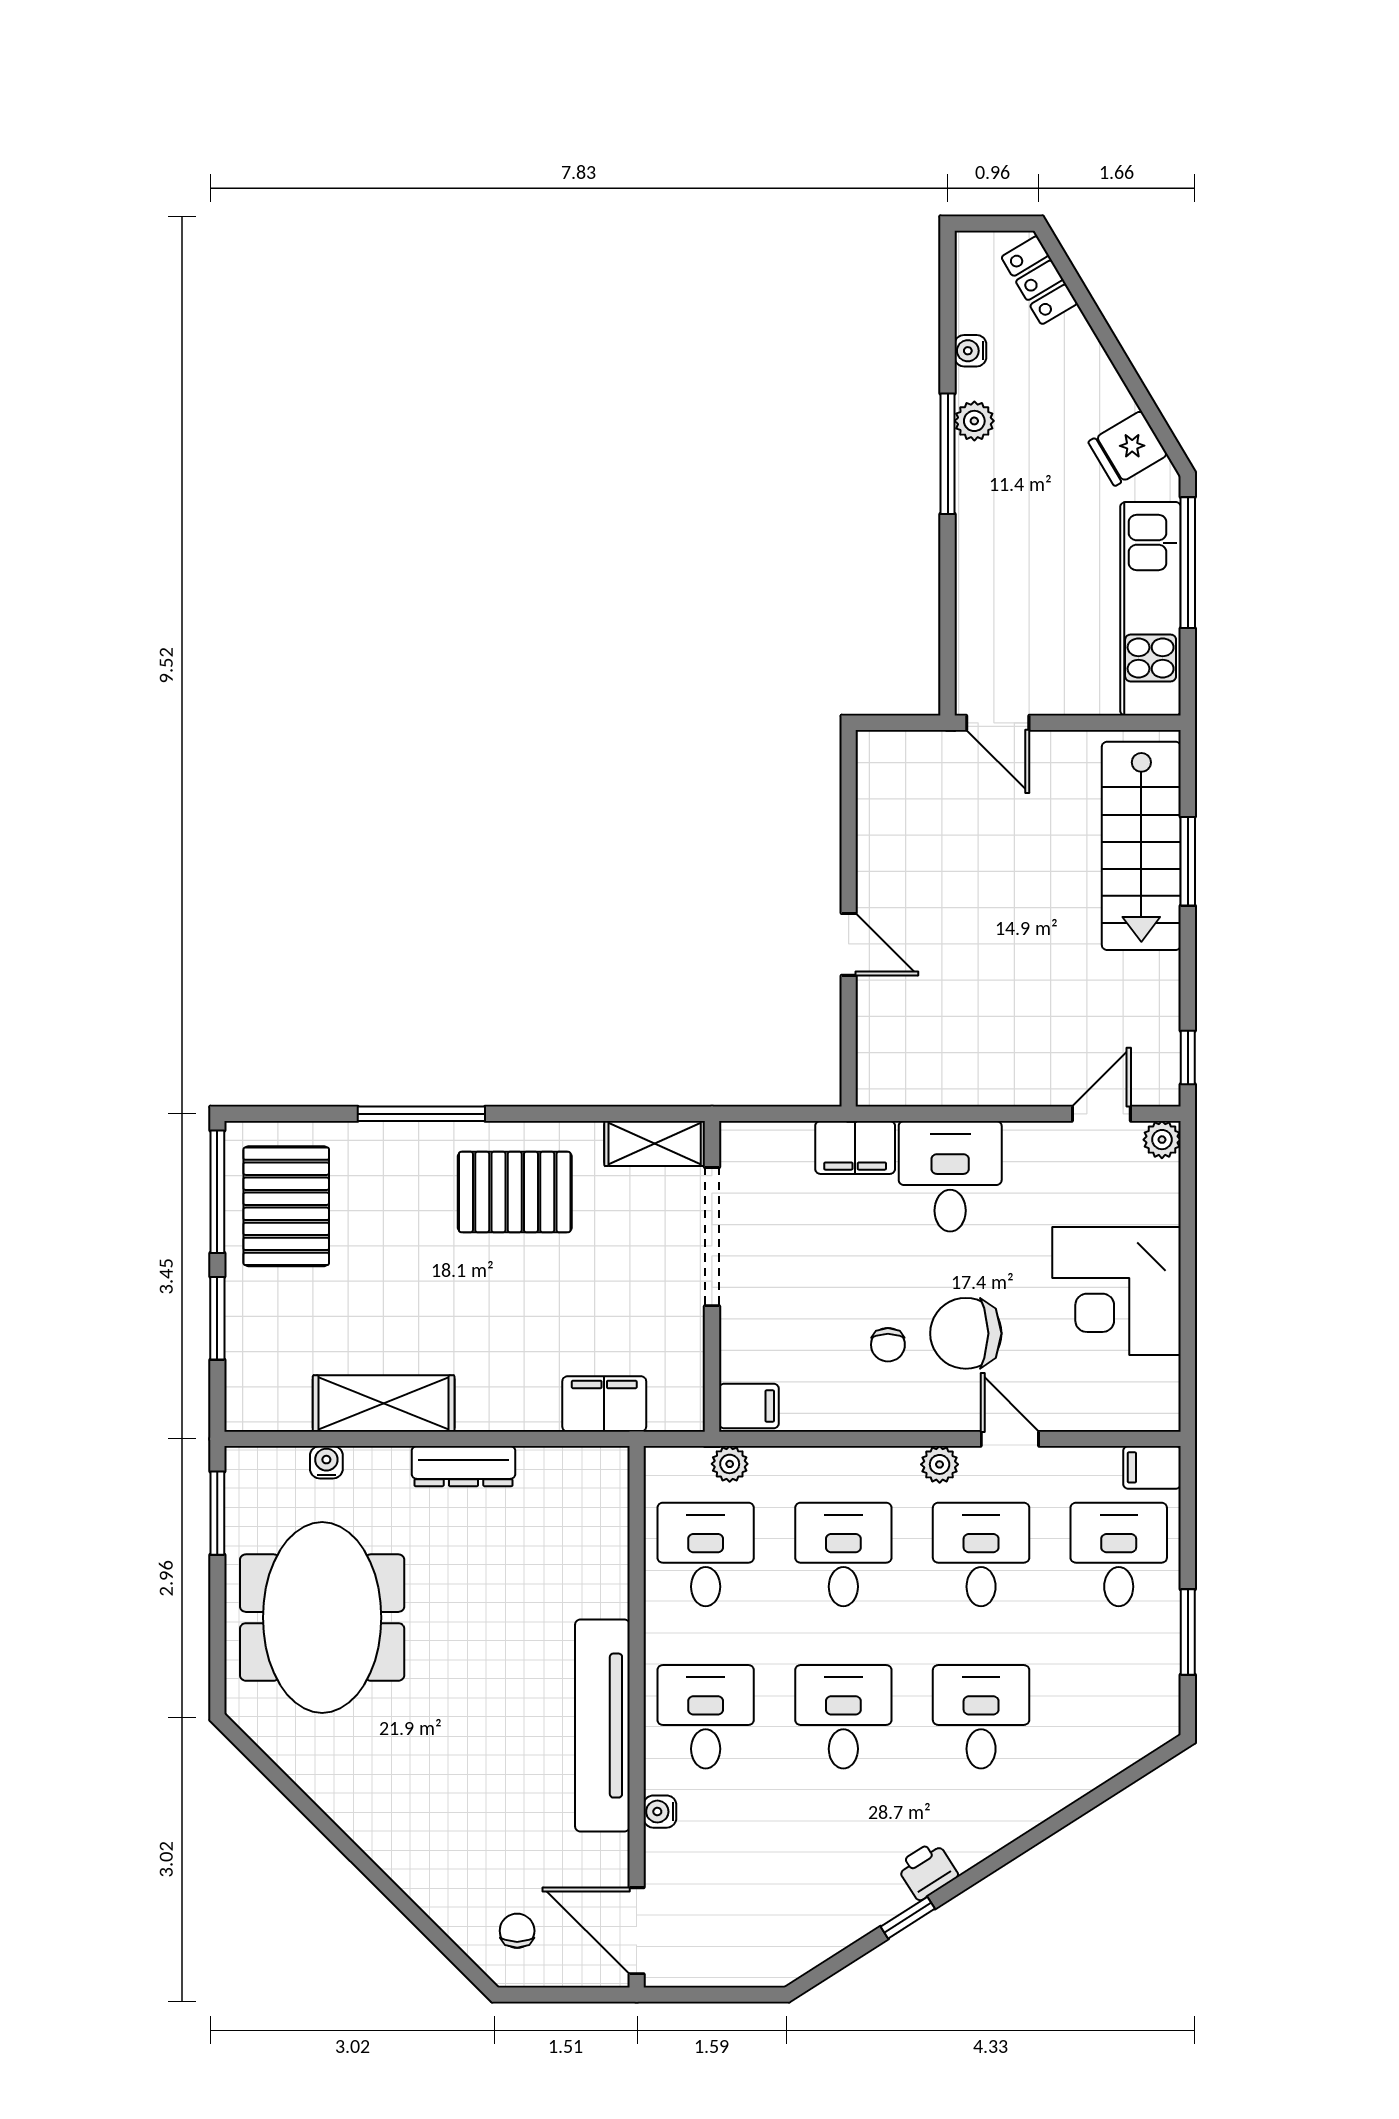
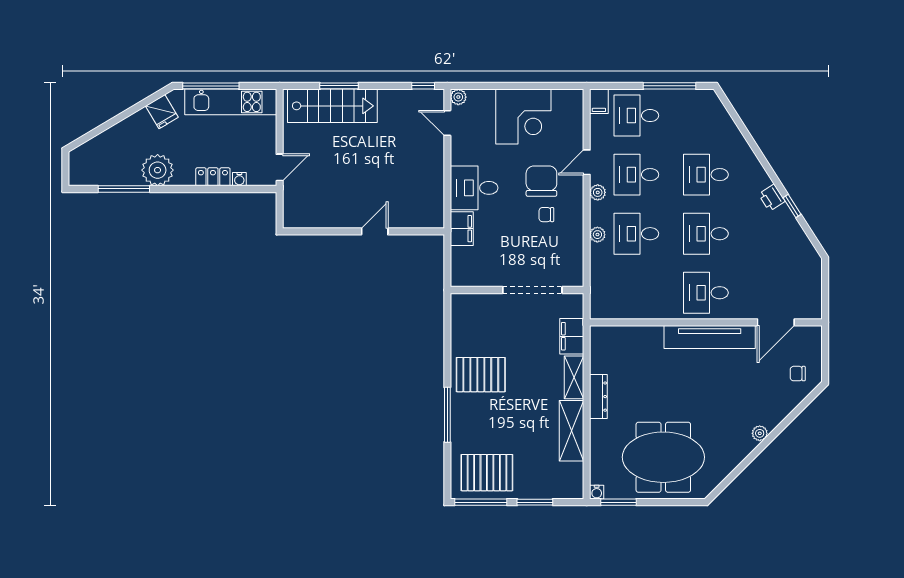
locker: (1039, 280) -> (213, 177), moved, turned -149
water cooler: (970, 351) -> (239, 179), moved
plant: (974, 421) -> (158, 170), width x1.87, depth x1.87
window: (948, 454) -> (124, 189), moved
shelving: (655, 1143) -> (574, 377), moved
pallet: (515, 1192) -> (481, 375), turned 90
doorway: (712, 1237) -> (532, 290), moved
chair: (966, 1333) -> (541, 181), turned 180
chair: (888, 1345) -> (546, 215), turned 180
filing cabinet: (749, 1406) -> (573, 274), removed
water cooler: (326, 1462) -> (597, 492), moved, turned -90
plant: (730, 1464) -> (597, 235), moved
desk: (706, 1554) -> (636, 293), removed
window: (1188, 1632) -> (670, 86), width x1.44
water cooler: (660, 1812) -> (747, 312), removed
plant: (378, 1842) -> (760, 433), added
door: (637, 1931) -> (776, 322), moved

